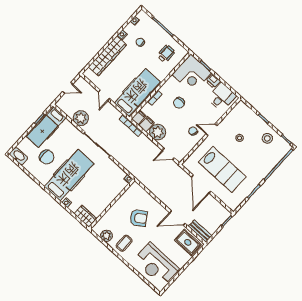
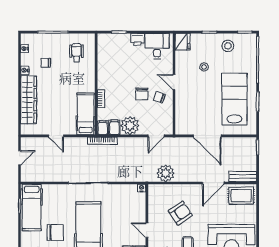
corner desk: (192, 74) -> (114, 50), removed
hospital bed: (137, 92) -> (86, 114), width x0.73, depth x0.78
chair: (179, 103) -> (142, 94), moved
fridge: (240, 109) -> (182, 42), added
plant: (81, 118) -> (166, 173), moved
door: (211, 130) -> (174, 82), hinge flipped
lab bench: (222, 169) -> (234, 99), moved, turned -90
door: (107, 209) -> (147, 230), added

